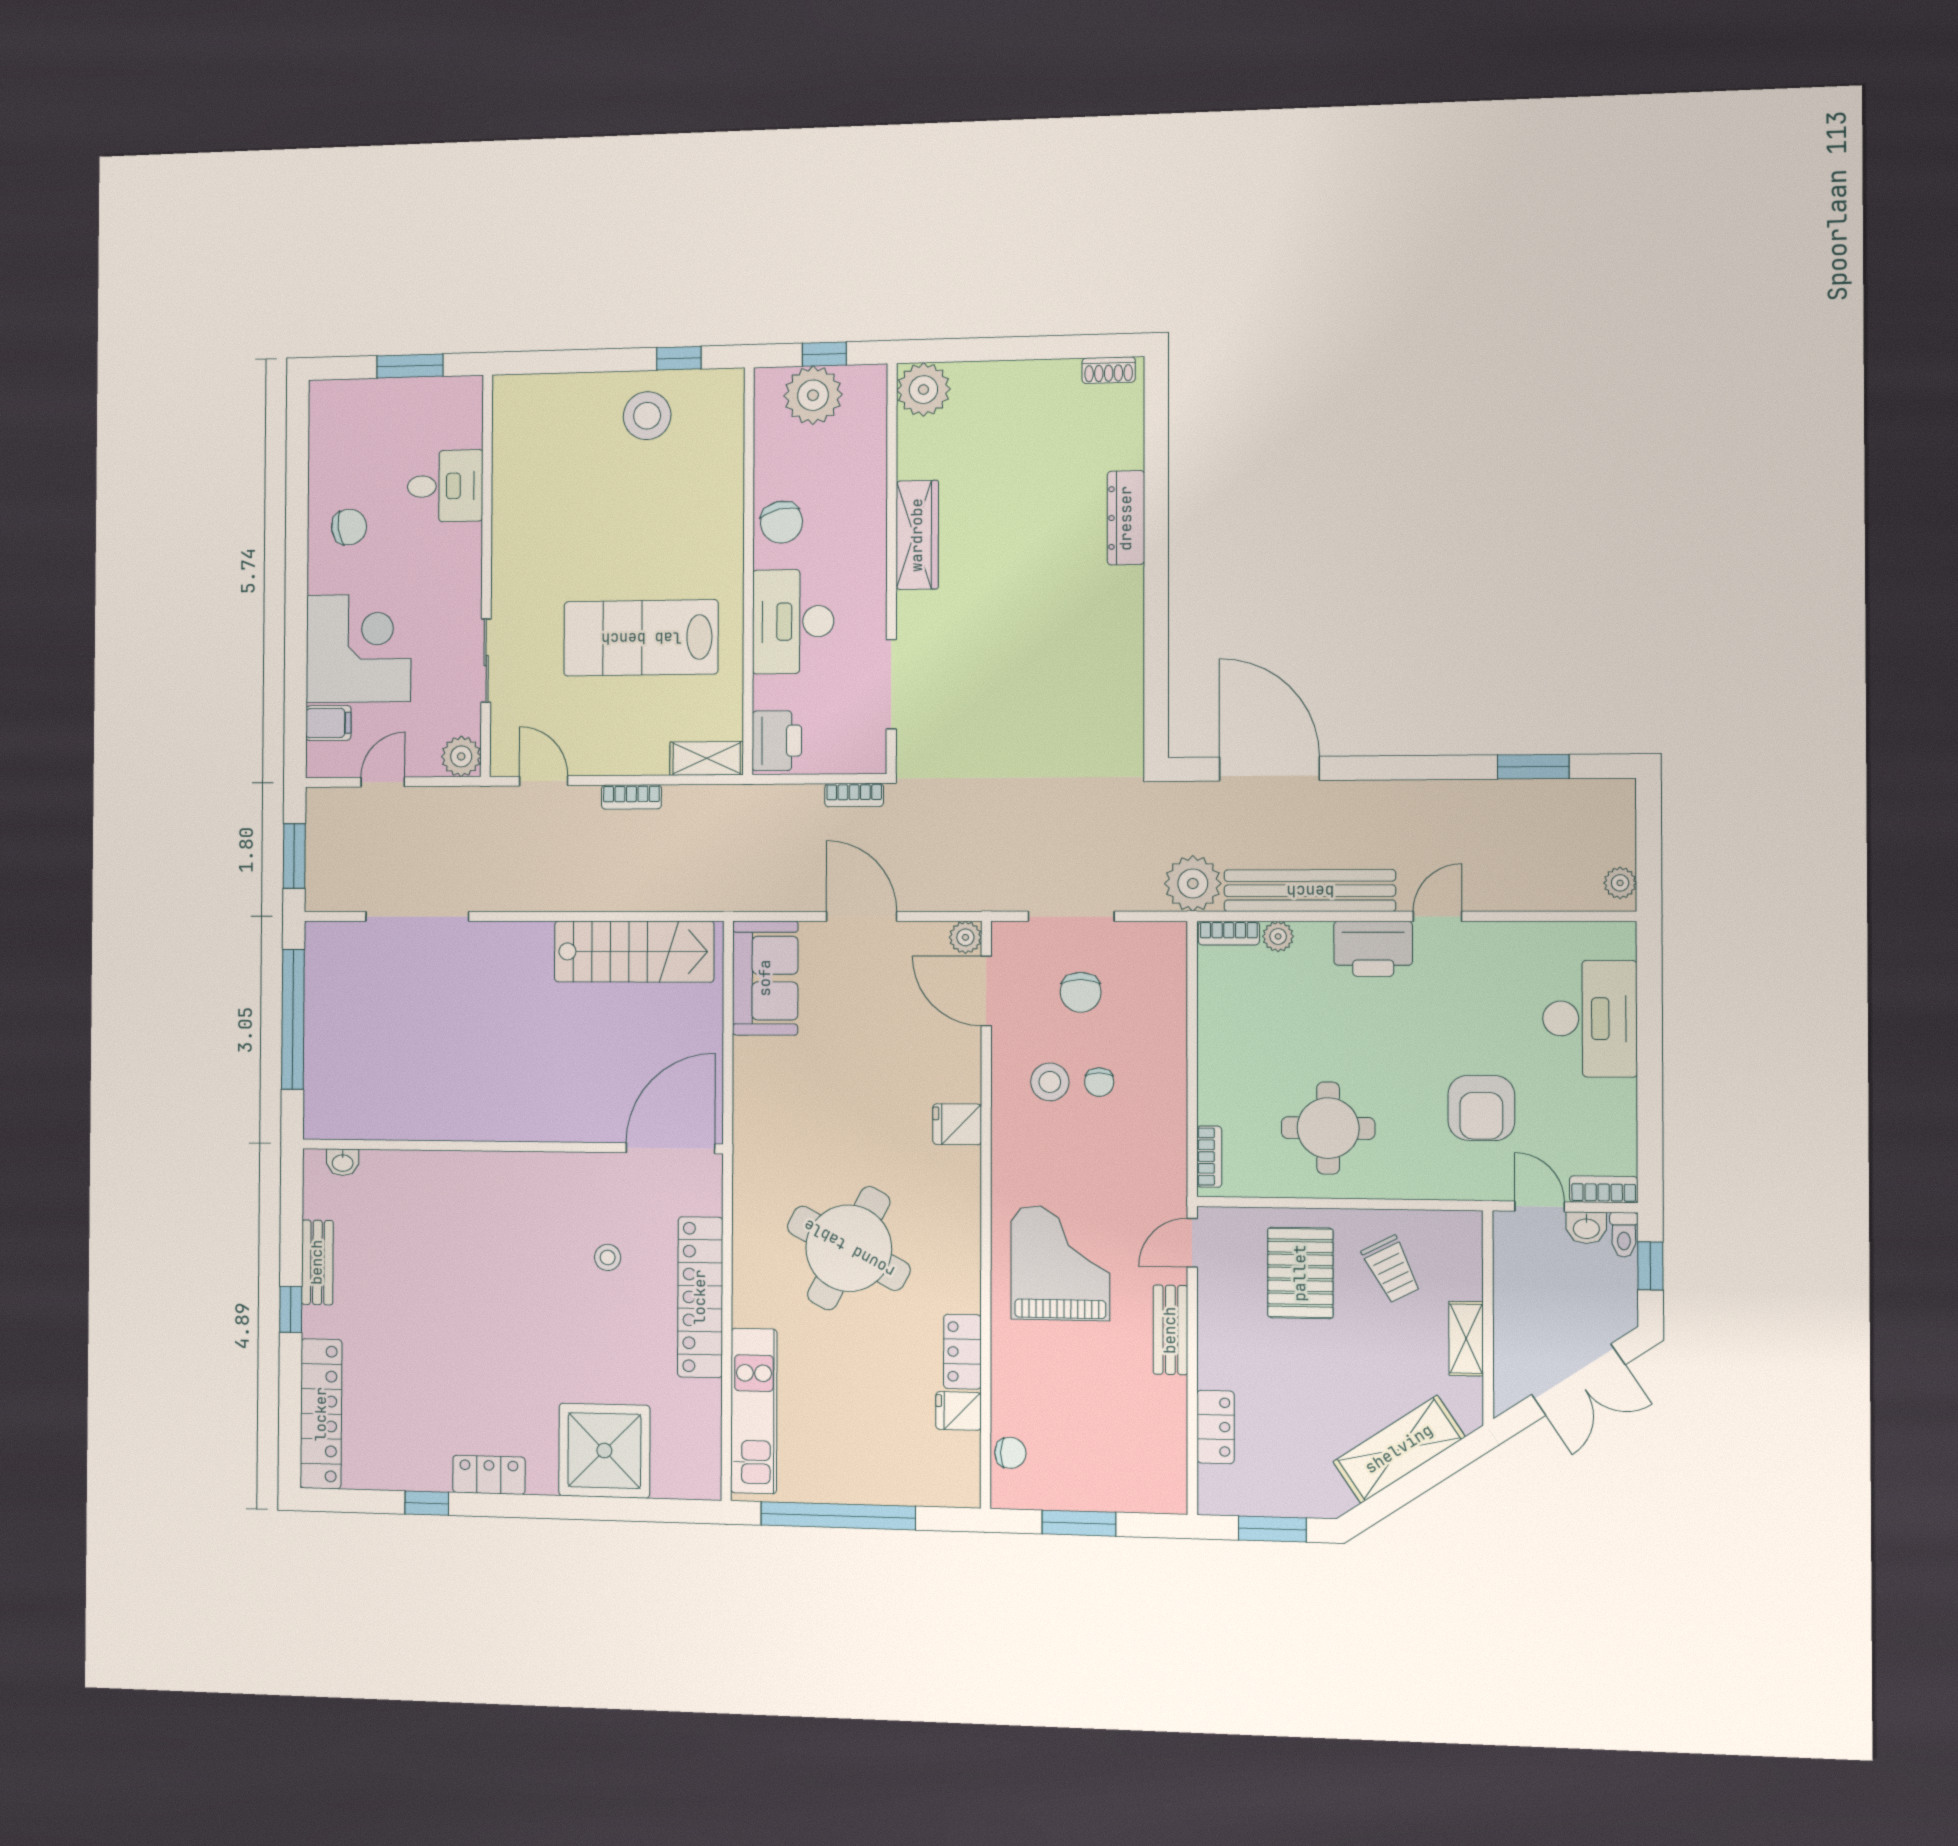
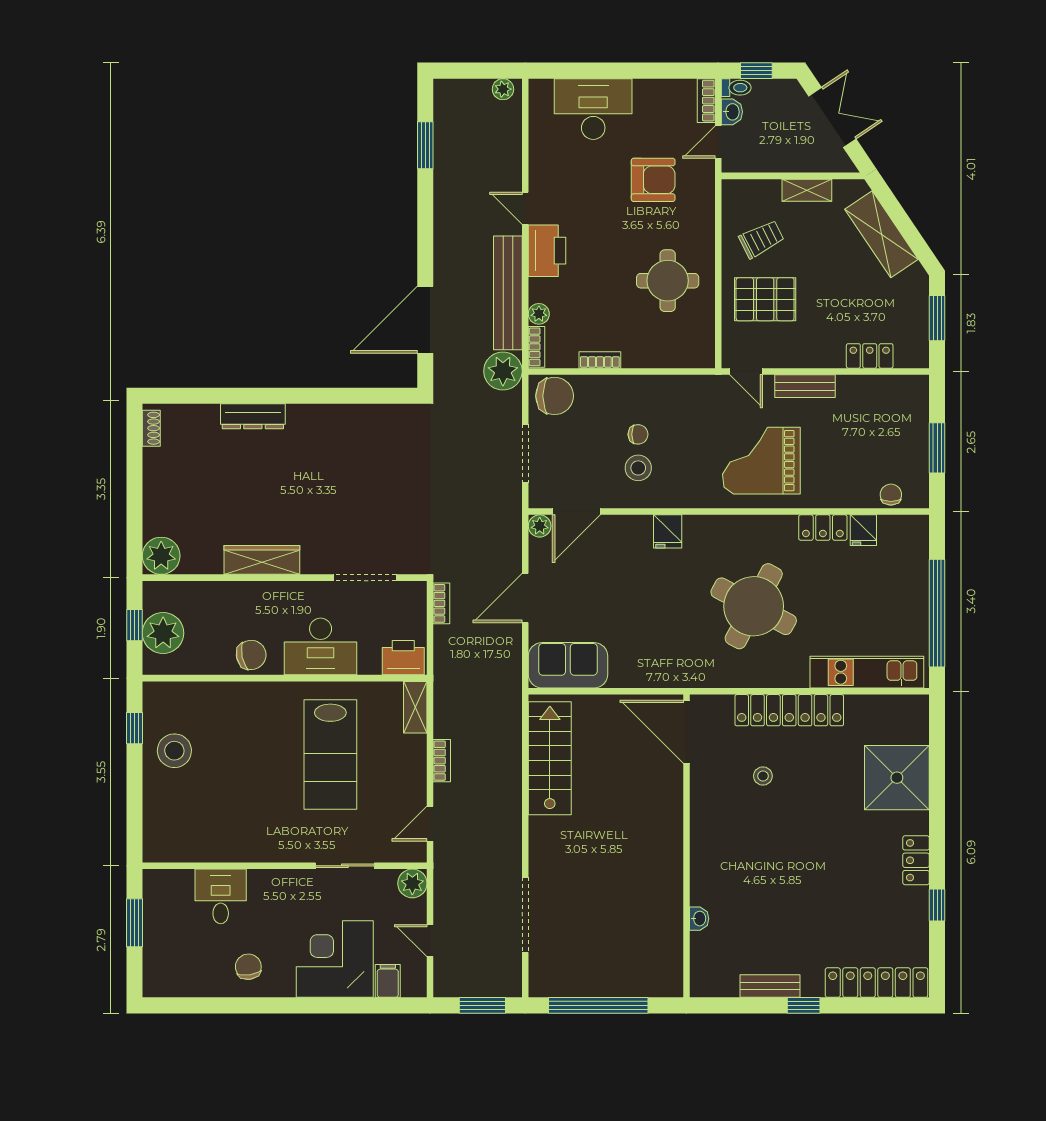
chair: (1081, 992) -> (555, 396), moved, width x1.37, depth x1.37
bookcase: (1209, 1157) -> (600, 360), moved
washbasin: (343, 1162) -> (699, 919), moved

